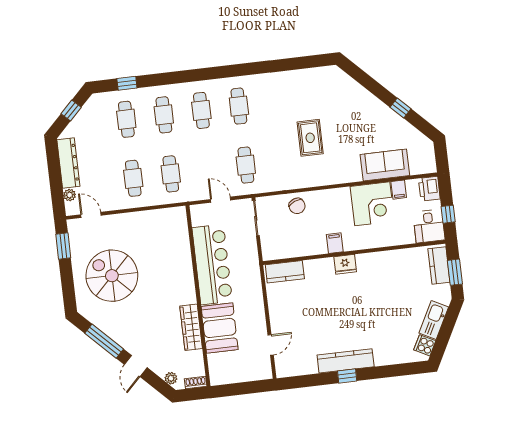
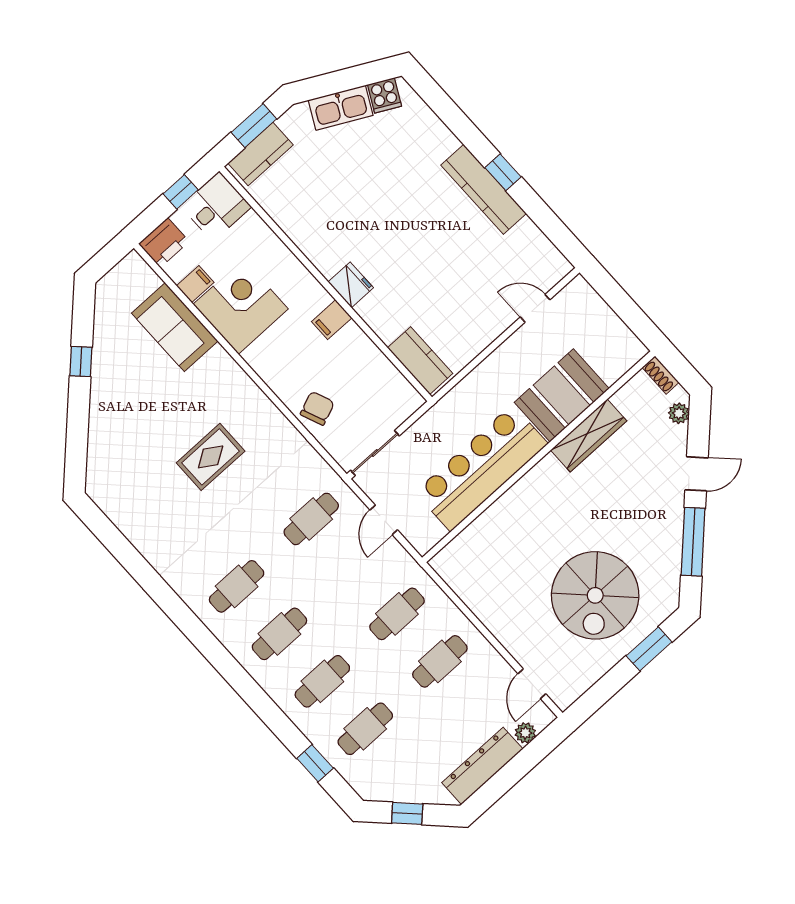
window: (63, 246) -> (649, 649), moved

